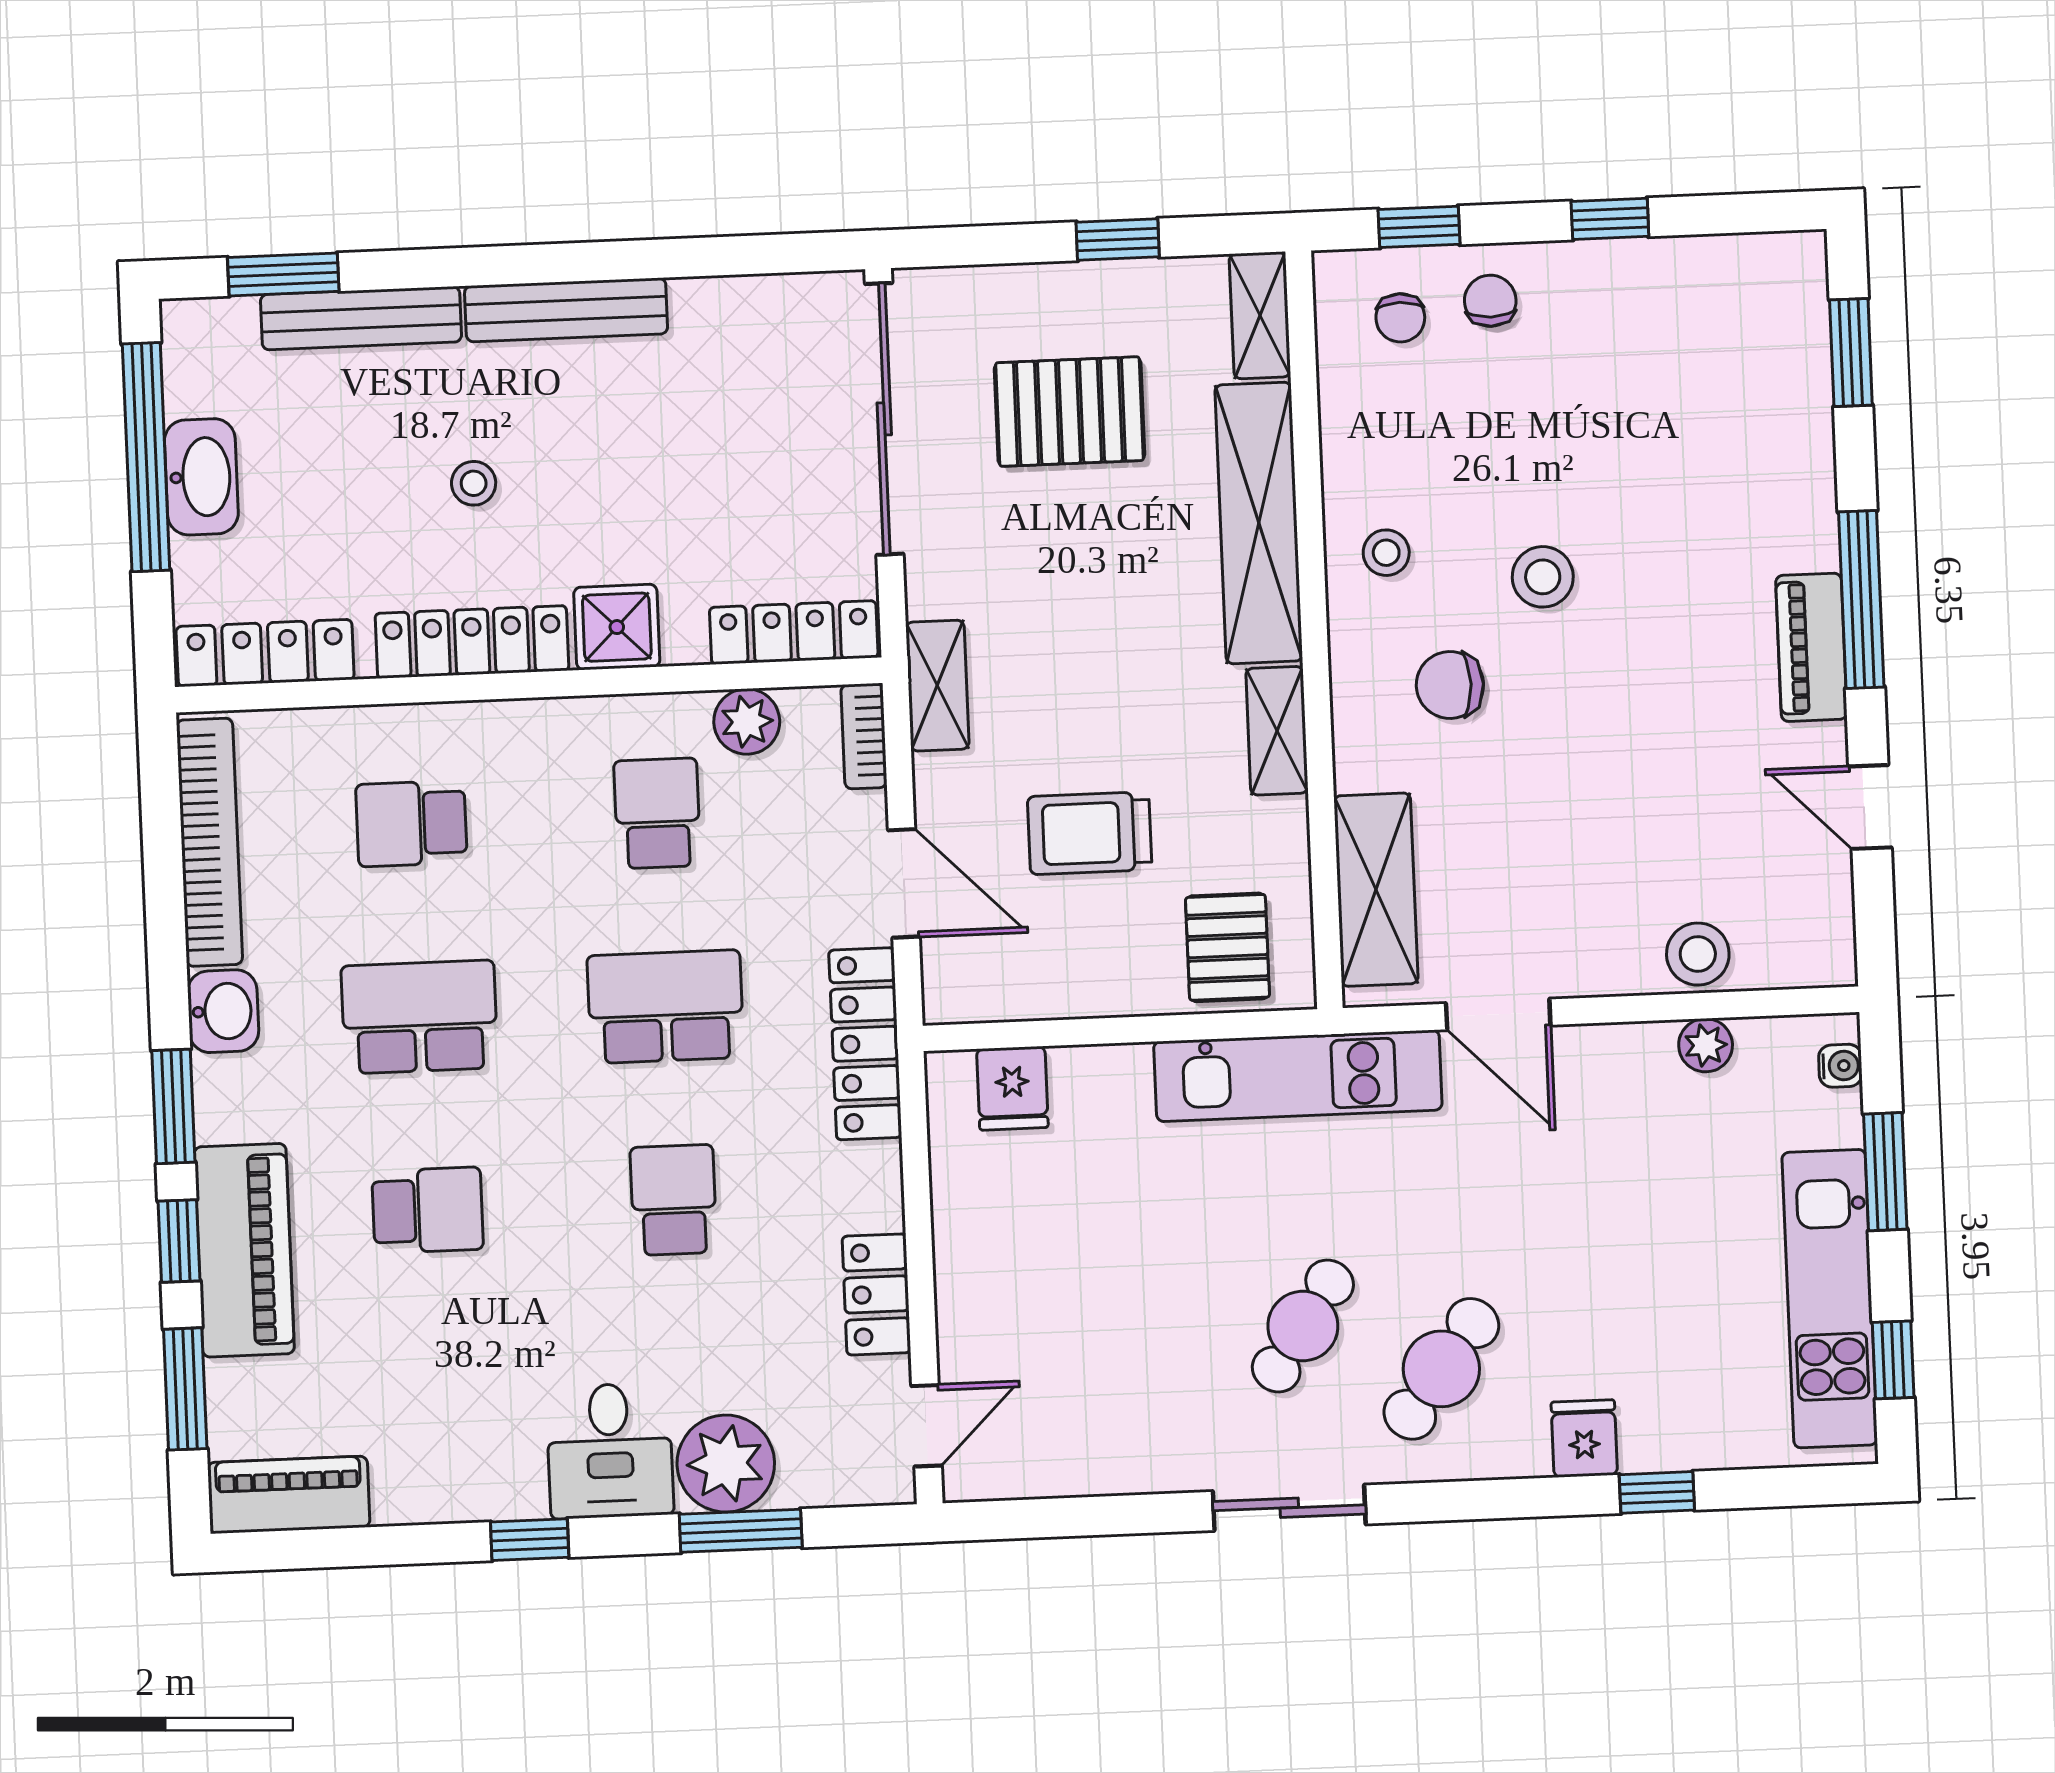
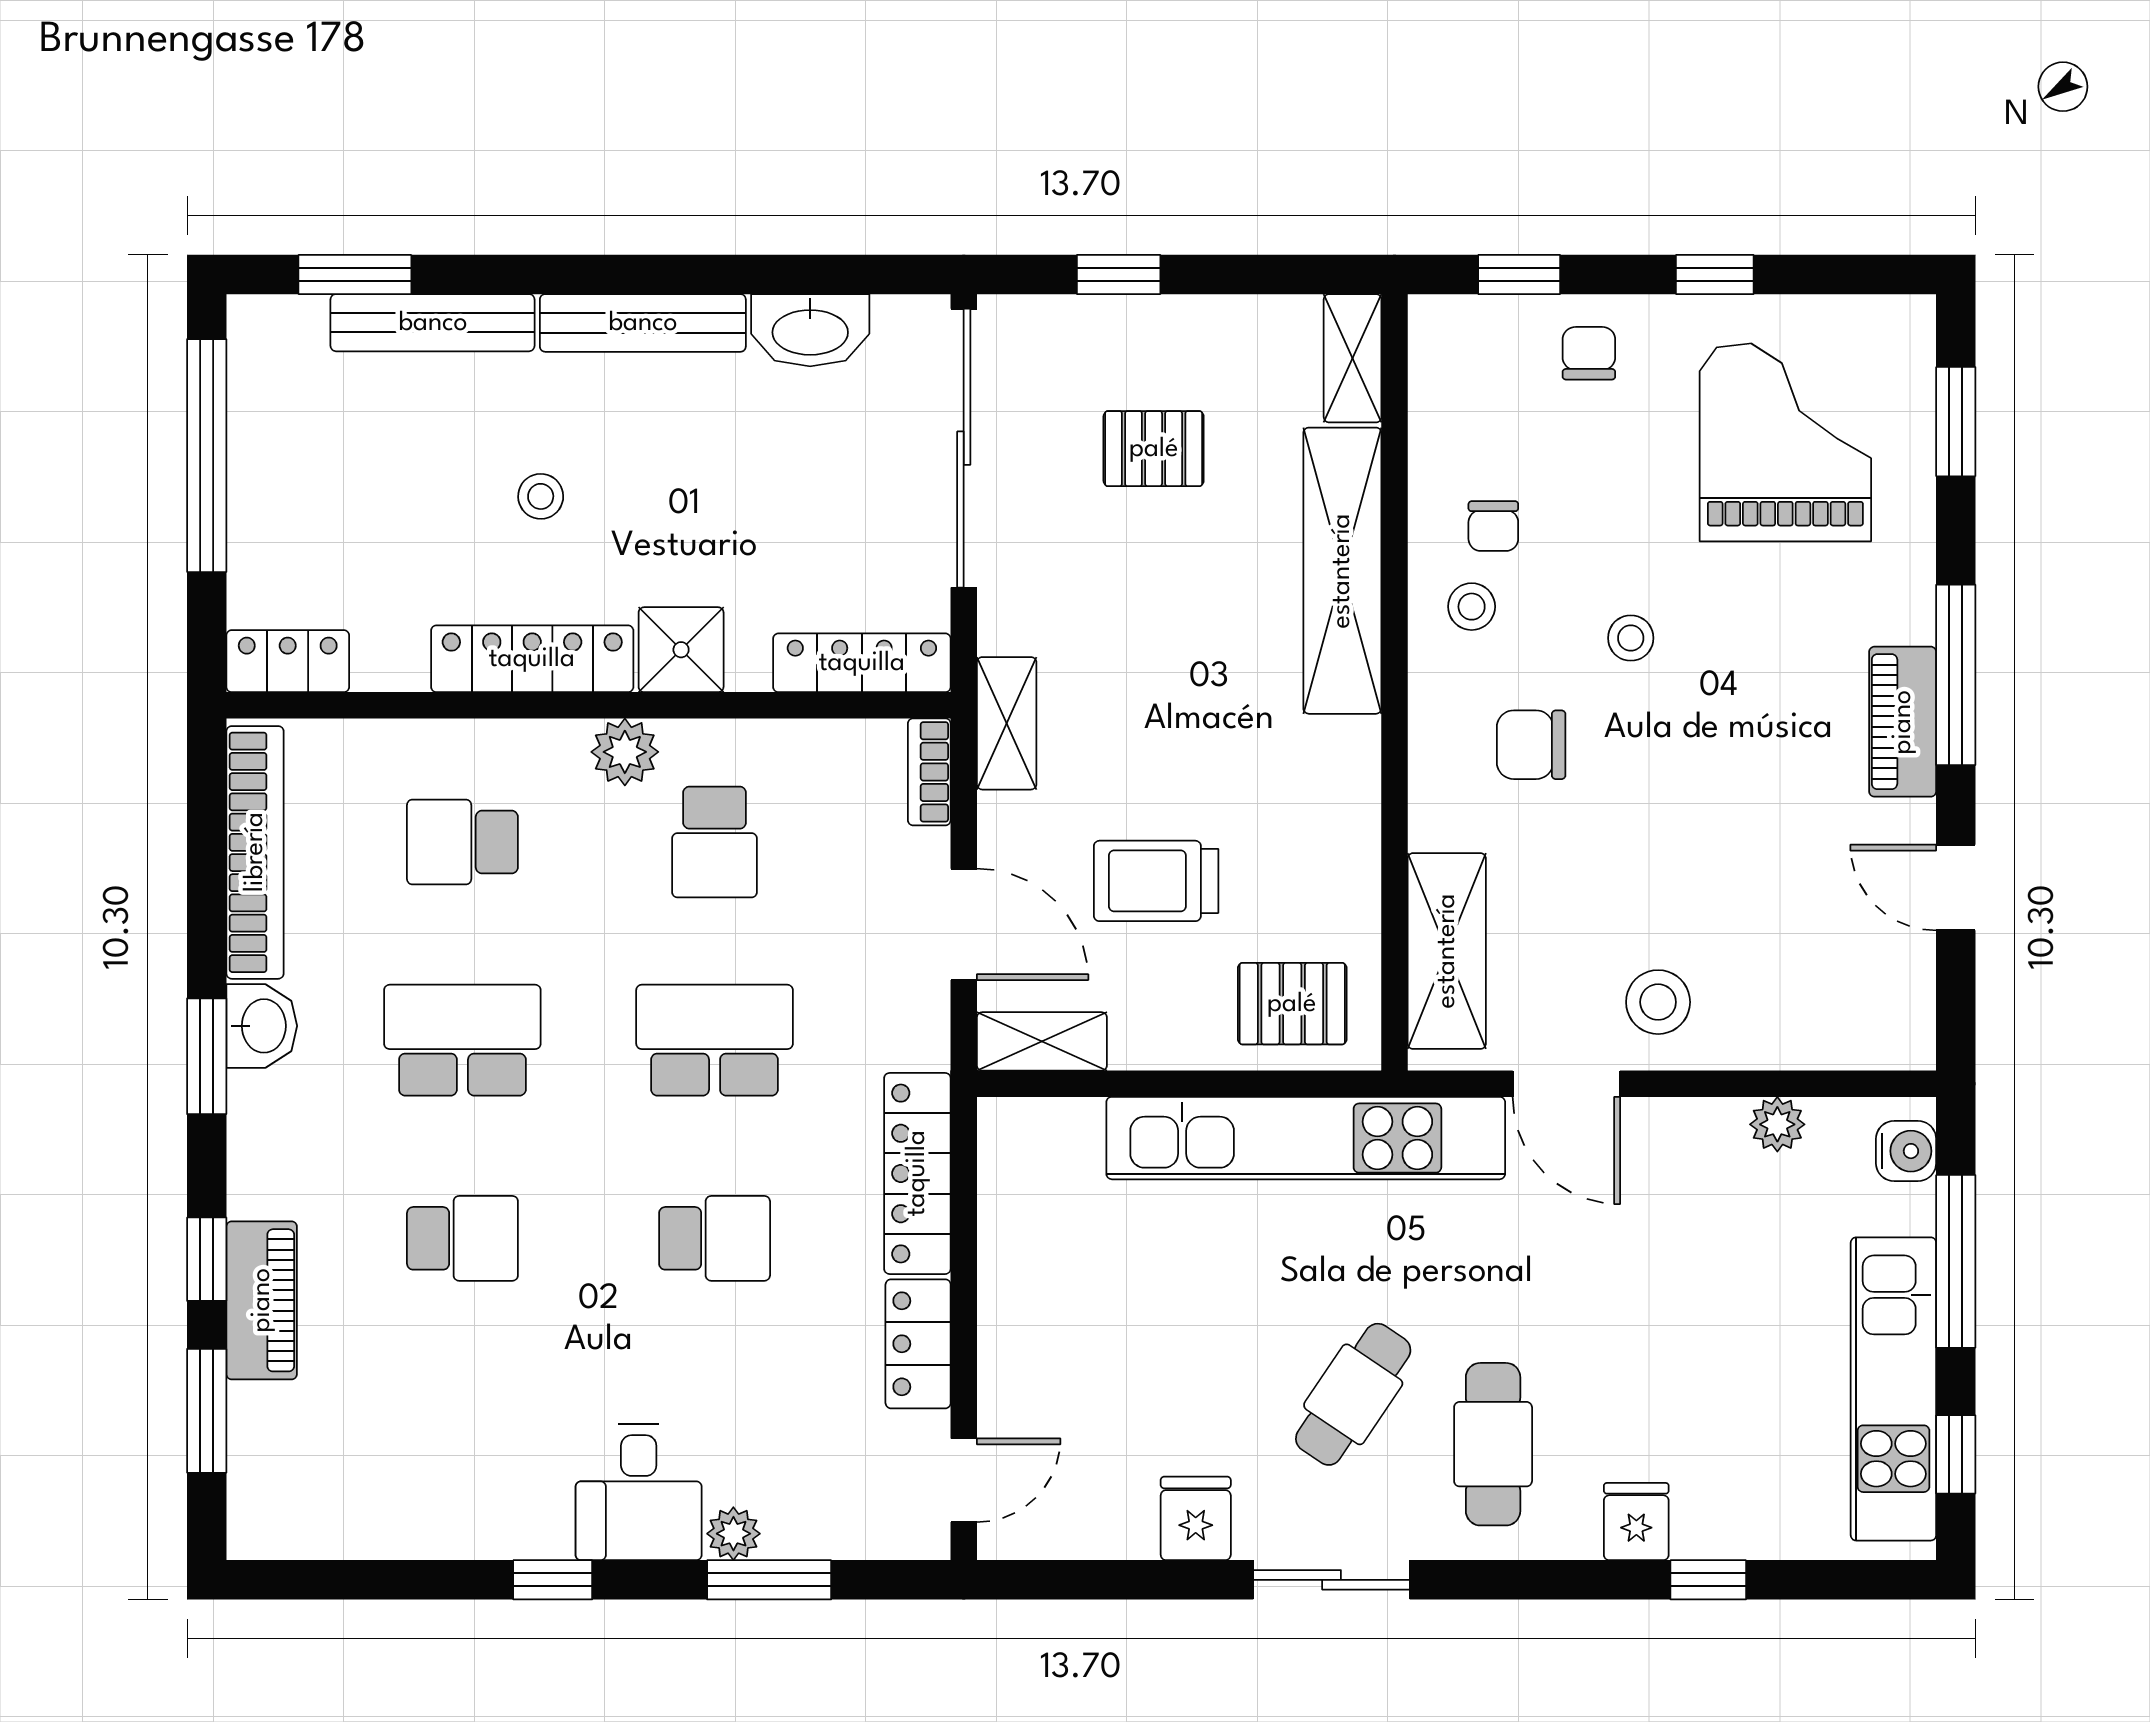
window: (1118, 239) -> (1119, 275), moved
chair: (1400, 318) -> (1493, 526), moved
grand piano: (1686, 380) -> (1785, 442), added
pallet: (1070, 412) -> (1154, 449), width x0.67, depth x0.71
washbasin: (201, 477) -> (810, 330), moved, turned 90
stool: (1543, 577) -> (1631, 638), width x0.73, depth x0.73
locker: (265, 653) -> (288, 661), width x0.66
plant: (747, 722) -> (625, 752), moved
shelving: (1277, 731) -> (1042, 1041), moved, turned 90
school desk: (657, 813) -> (715, 842), turned 180
pallet: (1227, 947) -> (1292, 1004), turned 90
stool: (1698, 954) -> (1658, 1002), moved
locker: (865, 1044) -> (917, 1173), moved
water cooler: (1840, 1066) -> (1906, 1151), width x1.38, depth x1.38
kitchen unit: (1298, 1076) -> (1306, 1138), width x1.36
fridge: (1012, 1088) -> (1196, 1518), moved, turned 180
window: (173, 1106) -> (207, 1056), moved
window: (1885, 1172) -> (1956, 1261), width x1.44
school desk: (673, 1200) -> (715, 1238), turned 90
piano: (244, 1250) -> (262, 1300), width x0.73, depth x0.75
cafe table: (1441, 1369) -> (1493, 1444), turned -37
plant: (726, 1464) -> (733, 1534), width x0.53, depth x0.53
piano: (289, 1495) -> (308, 1524), removed

